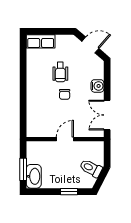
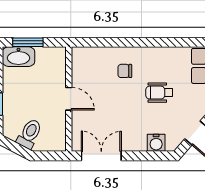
water cooler: (97, 86) -> (156, 143), moved
chair: (65, 94) -> (125, 71), moved

